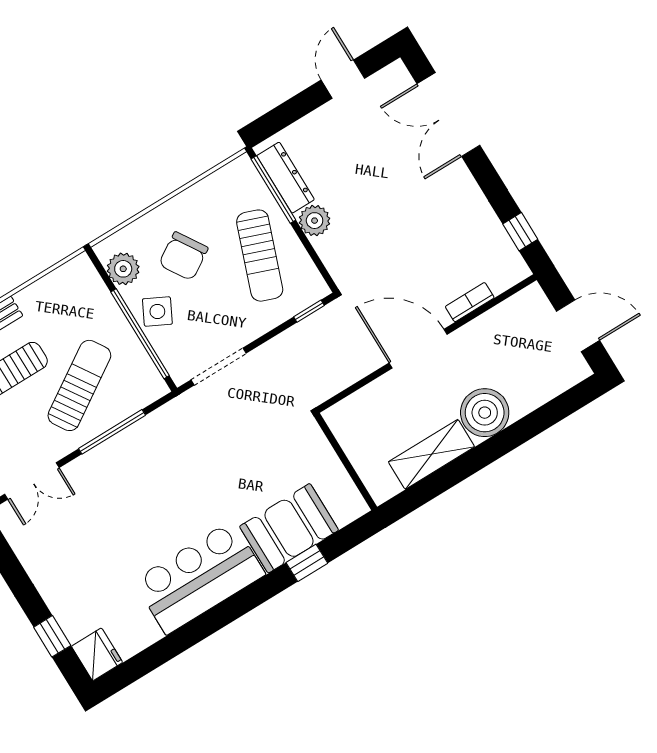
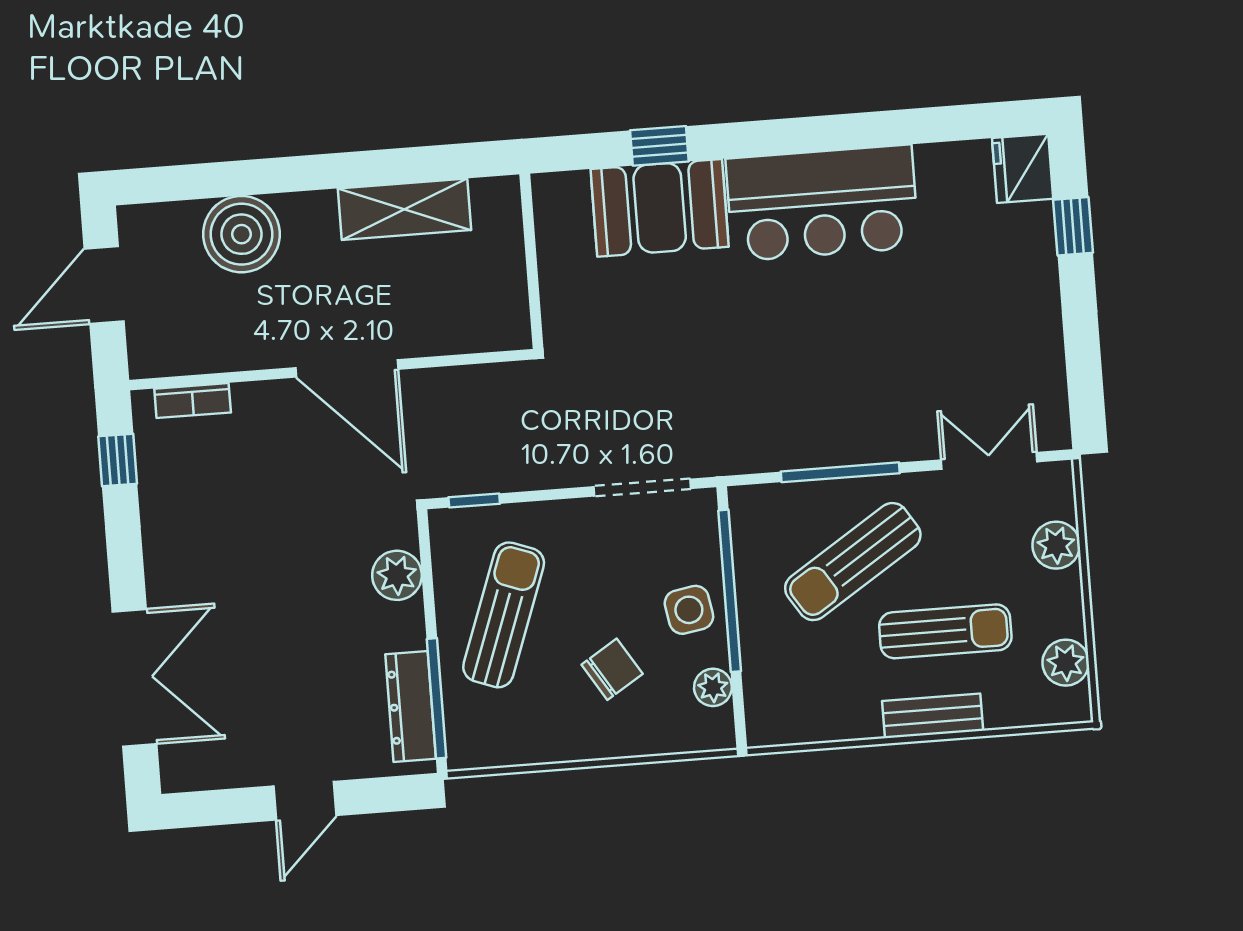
door: (343, 79) -> (305, 801), moved
plant: (315, 221) -> (397, 575), moved
chair: (183, 256) -> (612, 669), width x0.73, depth x0.73
plant: (123, 269) -> (713, 687), width x0.73, depth x0.73
bookcase: (470, 302) -> (193, 401), moved
side table: (157, 311) -> (689, 610), turned -37
door: (578, 326) -> (104, 285), hinge flipped
boiler: (485, 413) -> (242, 234), moved

